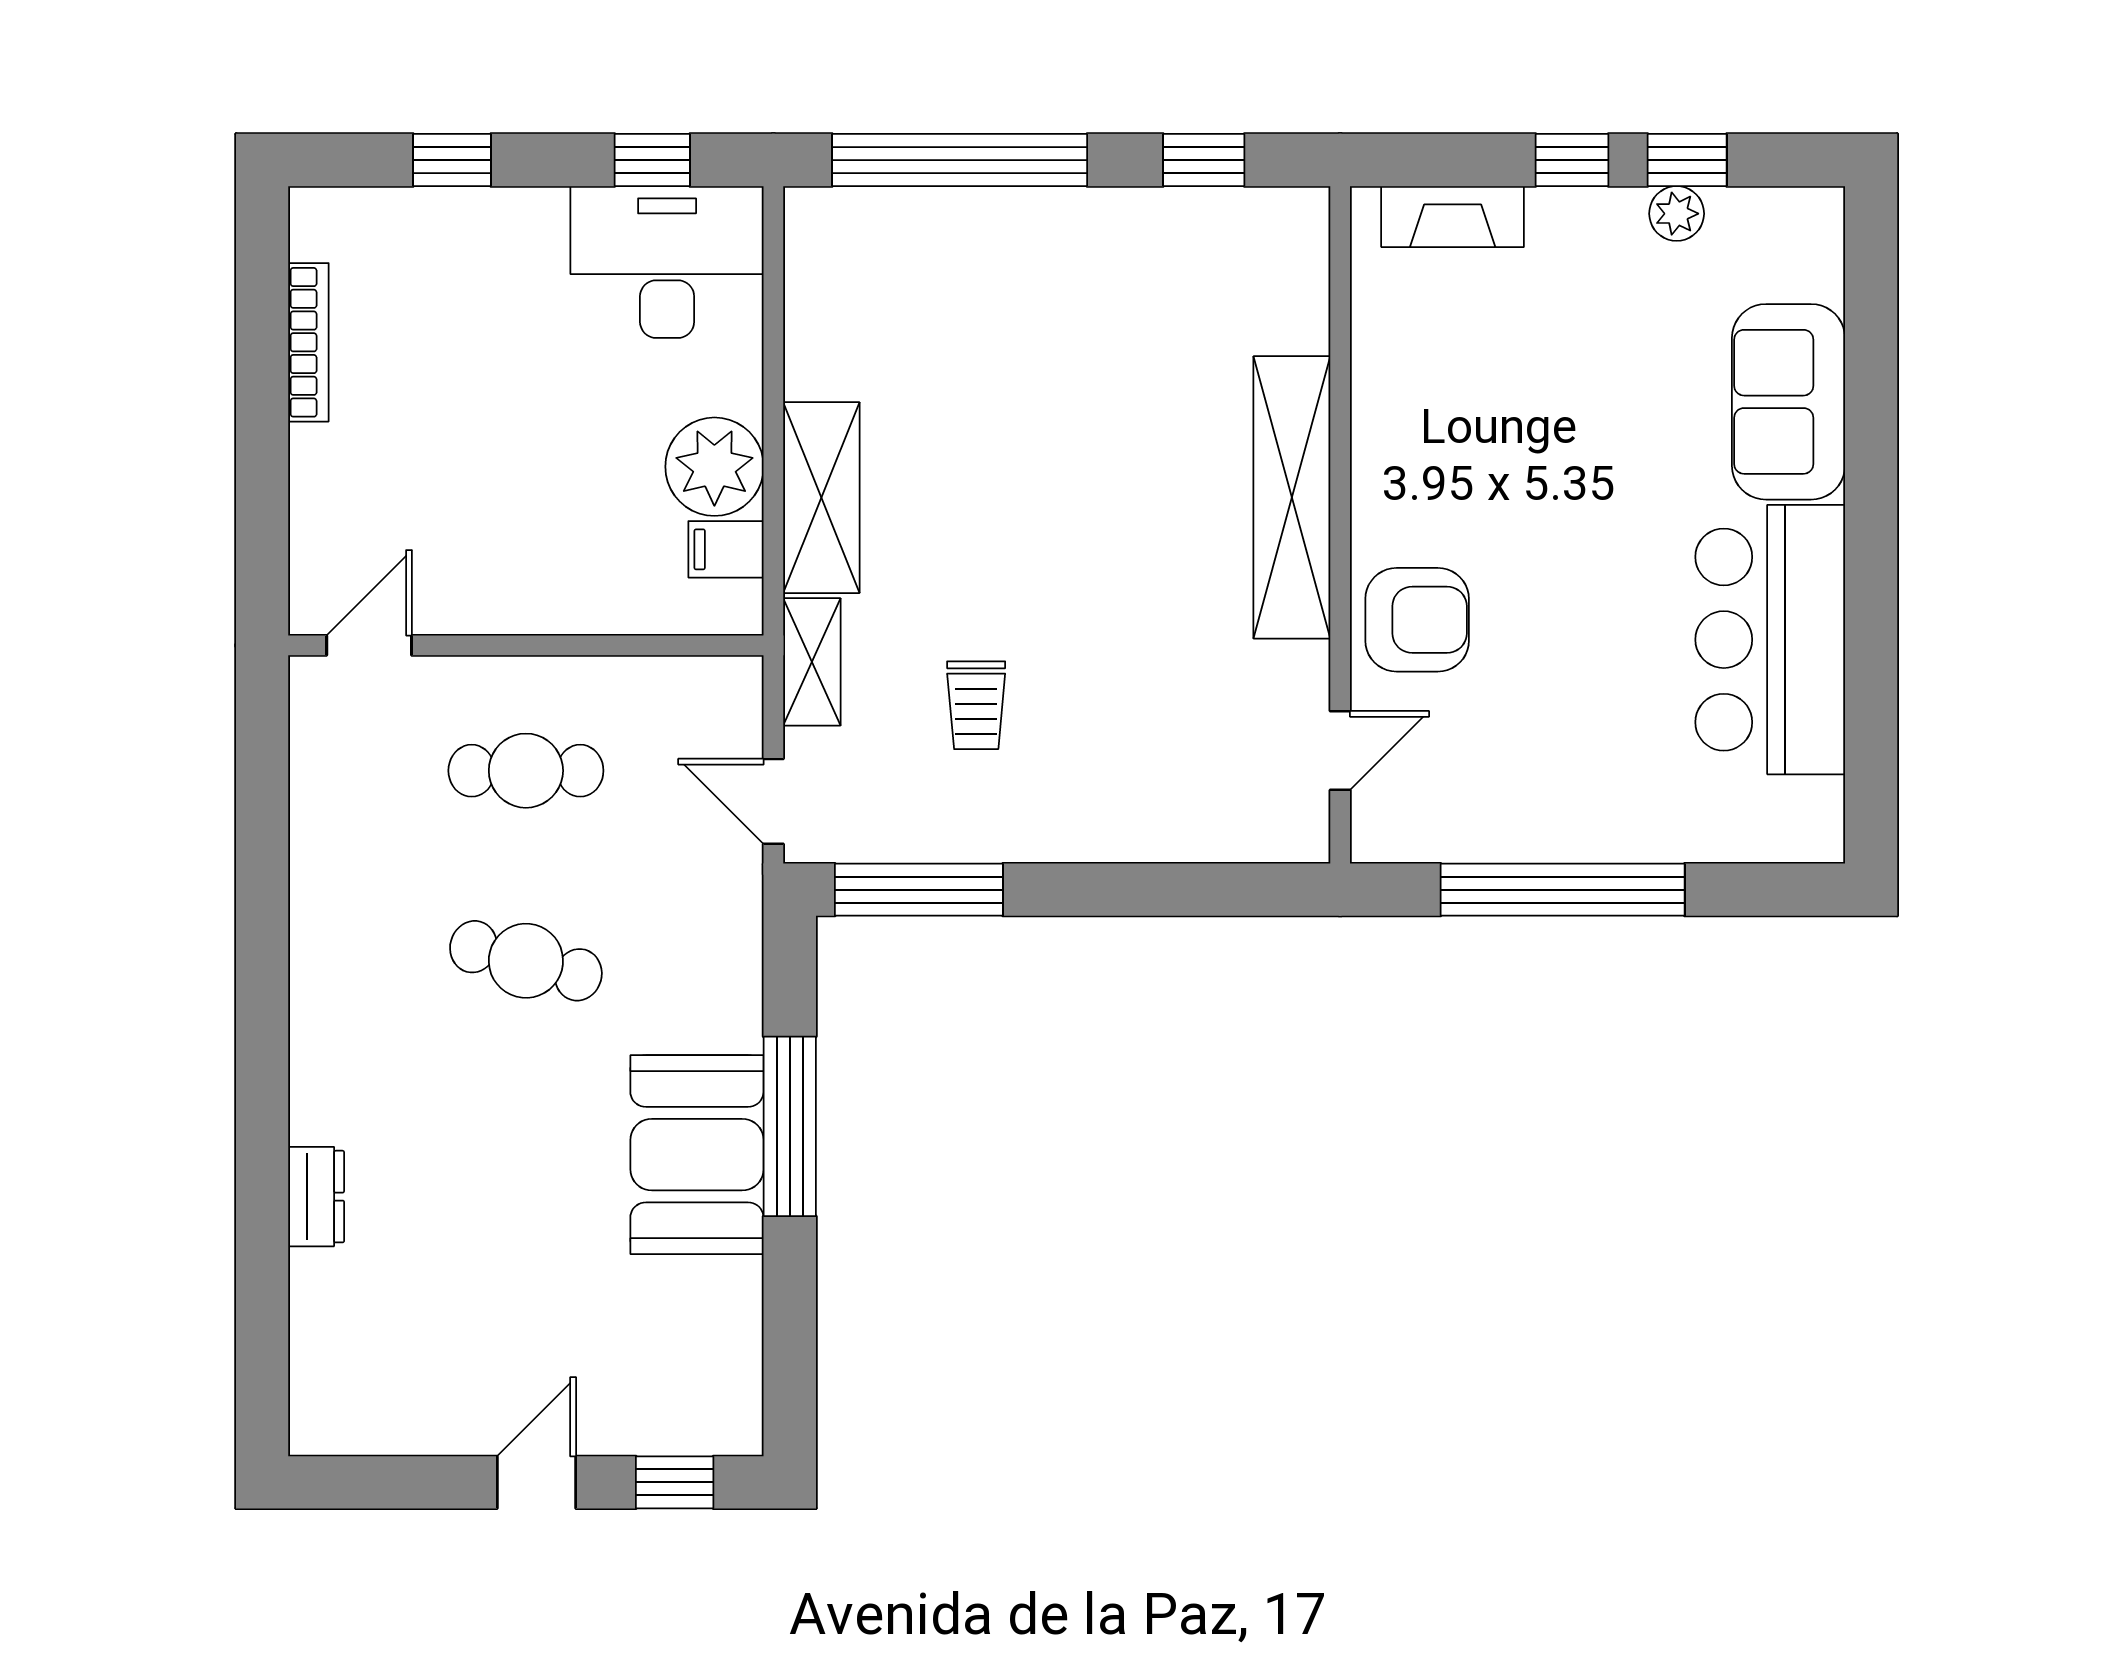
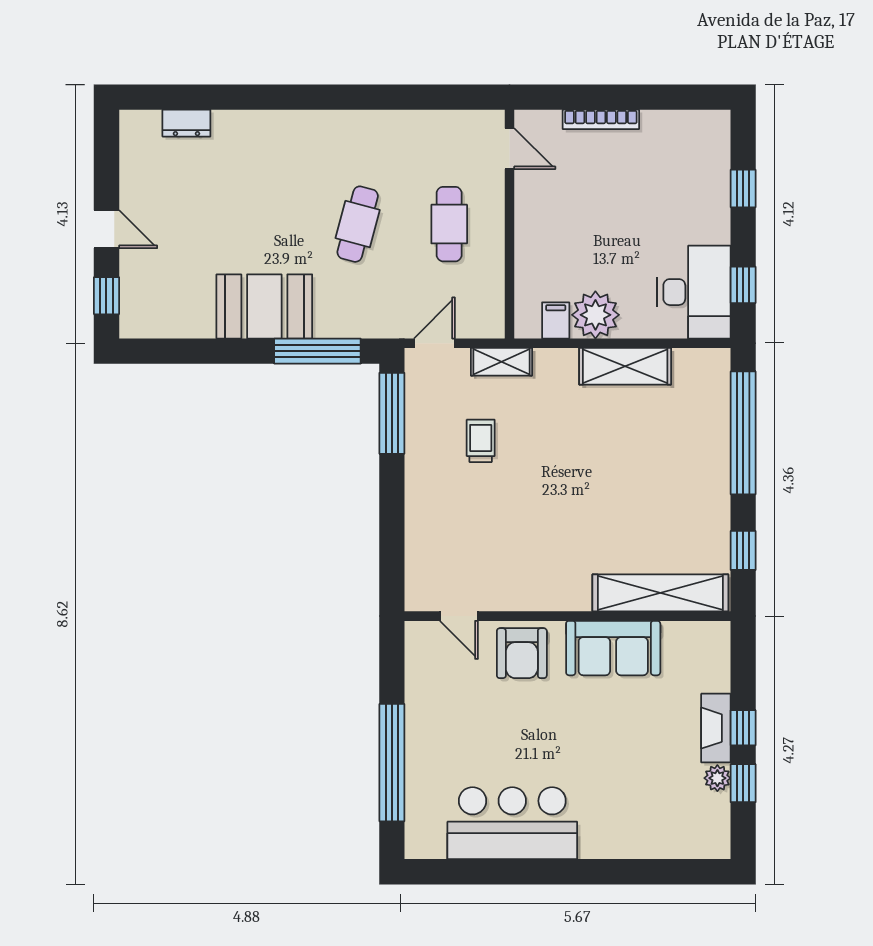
fireplace: (1453, 217) -> (716, 728), moved
bookcase: (308, 342) -> (601, 119), moved
sofa: (1788, 402) -> (613, 648), moved, turned 180
shelving: (1292, 497) -> (660, 593), moved
shelving: (821, 498) -> (625, 366), moved
trolley: (976, 705) -> (481, 441), turned 90
window: (1563, 890) -> (392, 763), moved
window: (790, 1126) -> (317, 351), moved
dresser: (316, 1197) -> (186, 123), moved

